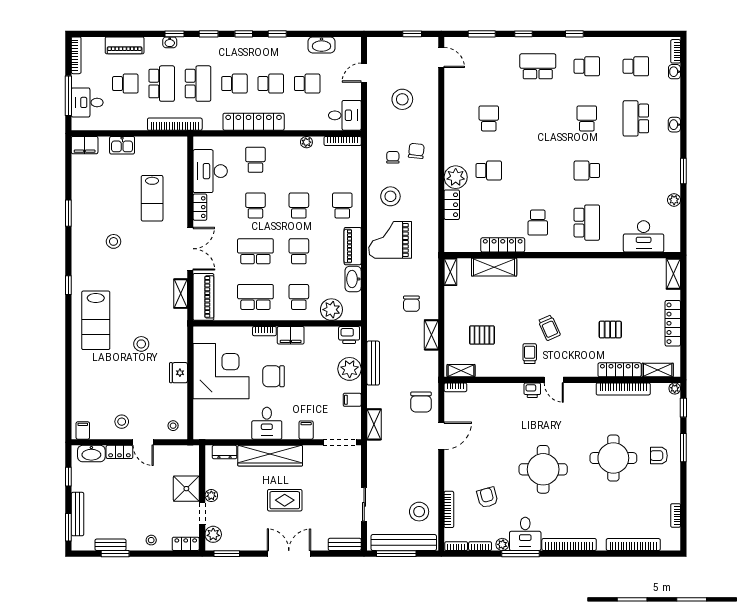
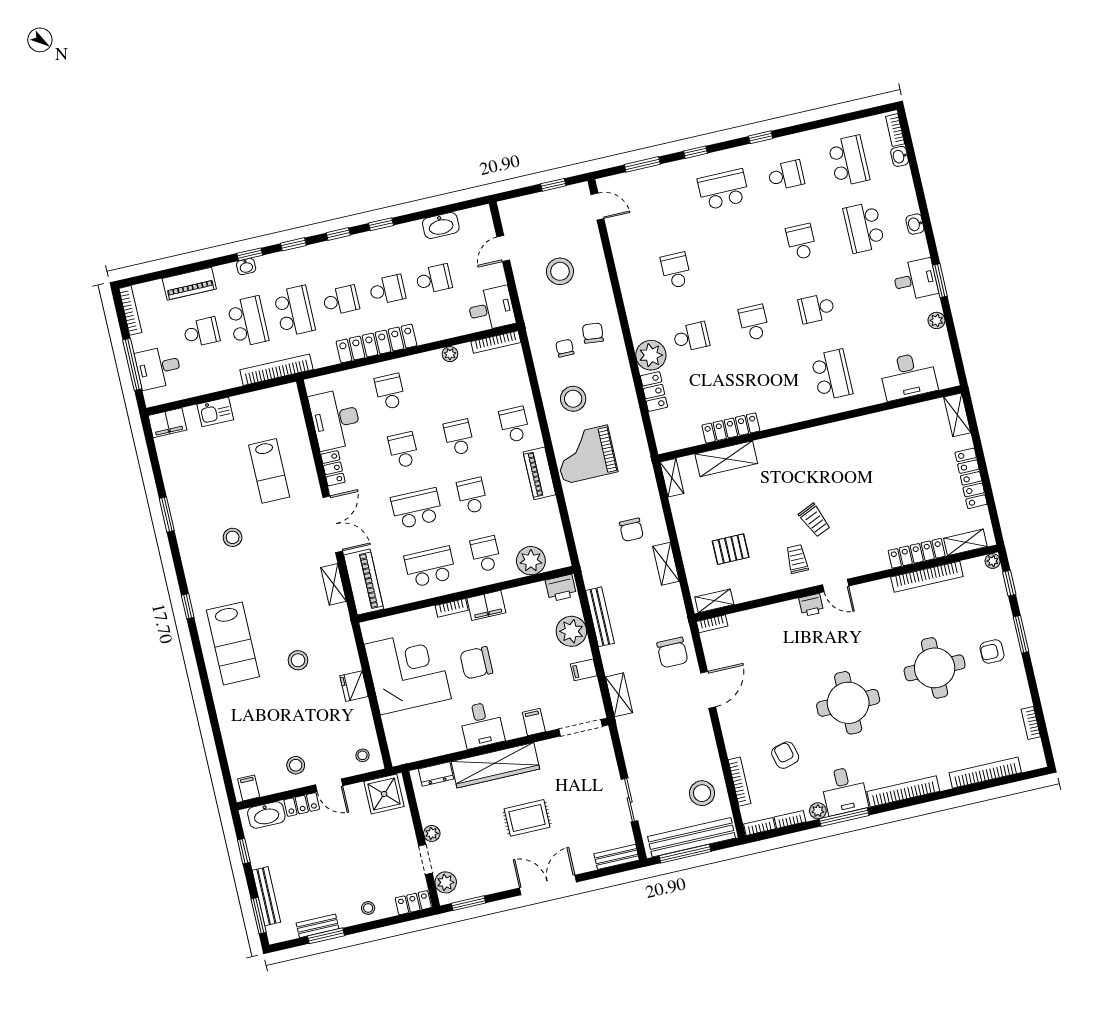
school desk: (636, 66) -> (849, 161), width x1.85
desk: (665, 166) -> (915, 280), added
school desk: (538, 223) -> (754, 323), moved, turned 180
washbasin: (353, 279) -> (550, 515), removed
pallet: (610, 330) -> (893, 505), removed
shower: (186, 489) -> (384, 794), moved

